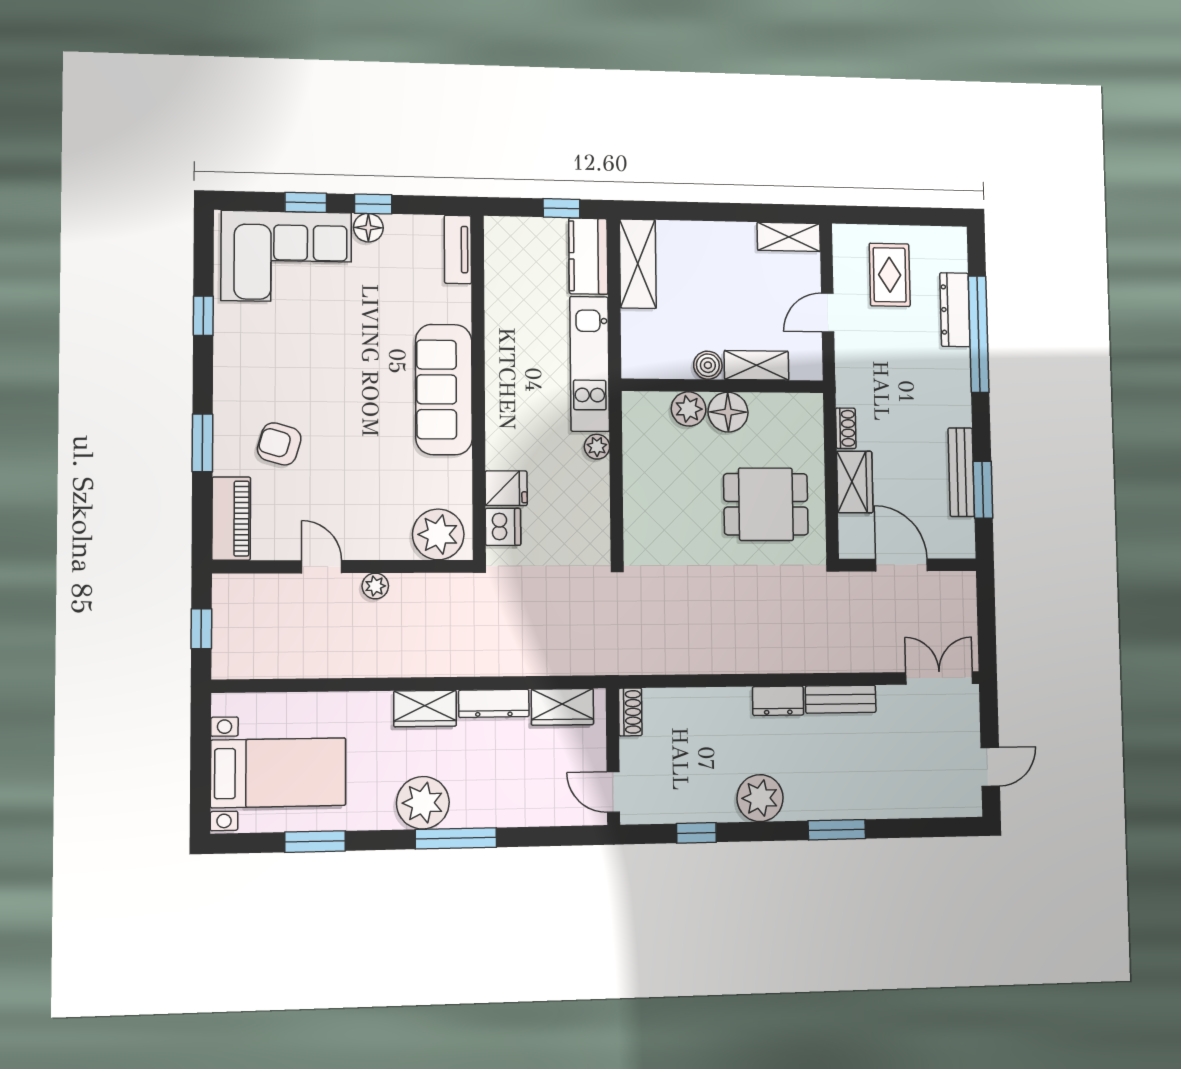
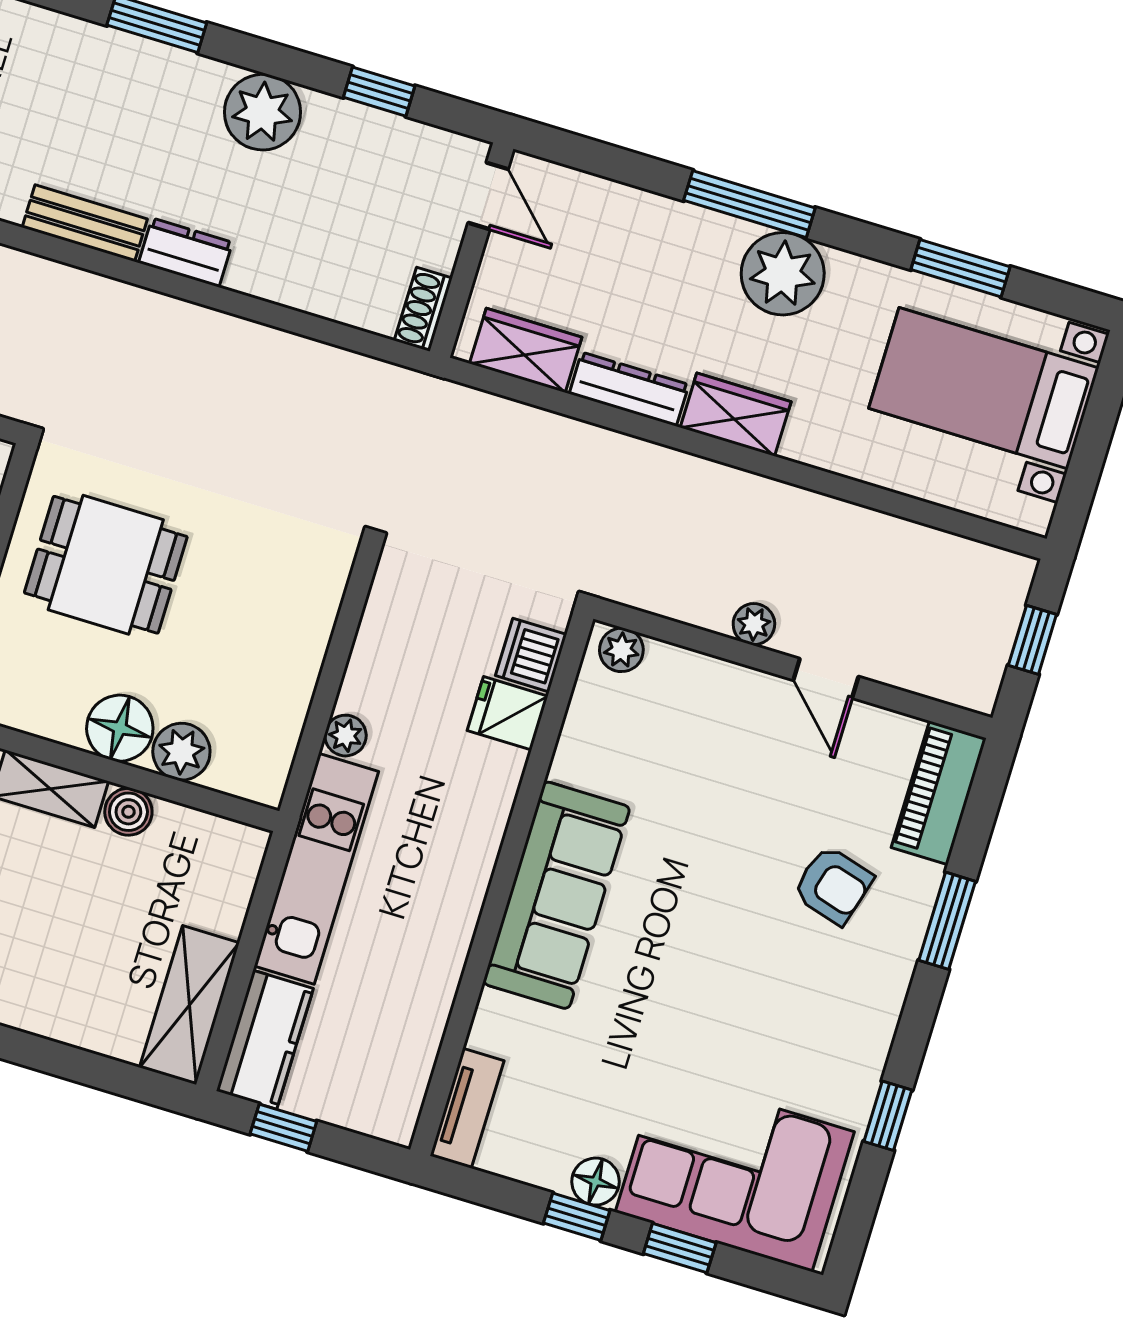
plant: (438, 534) -> (621, 650), width x0.53, depth x0.53

